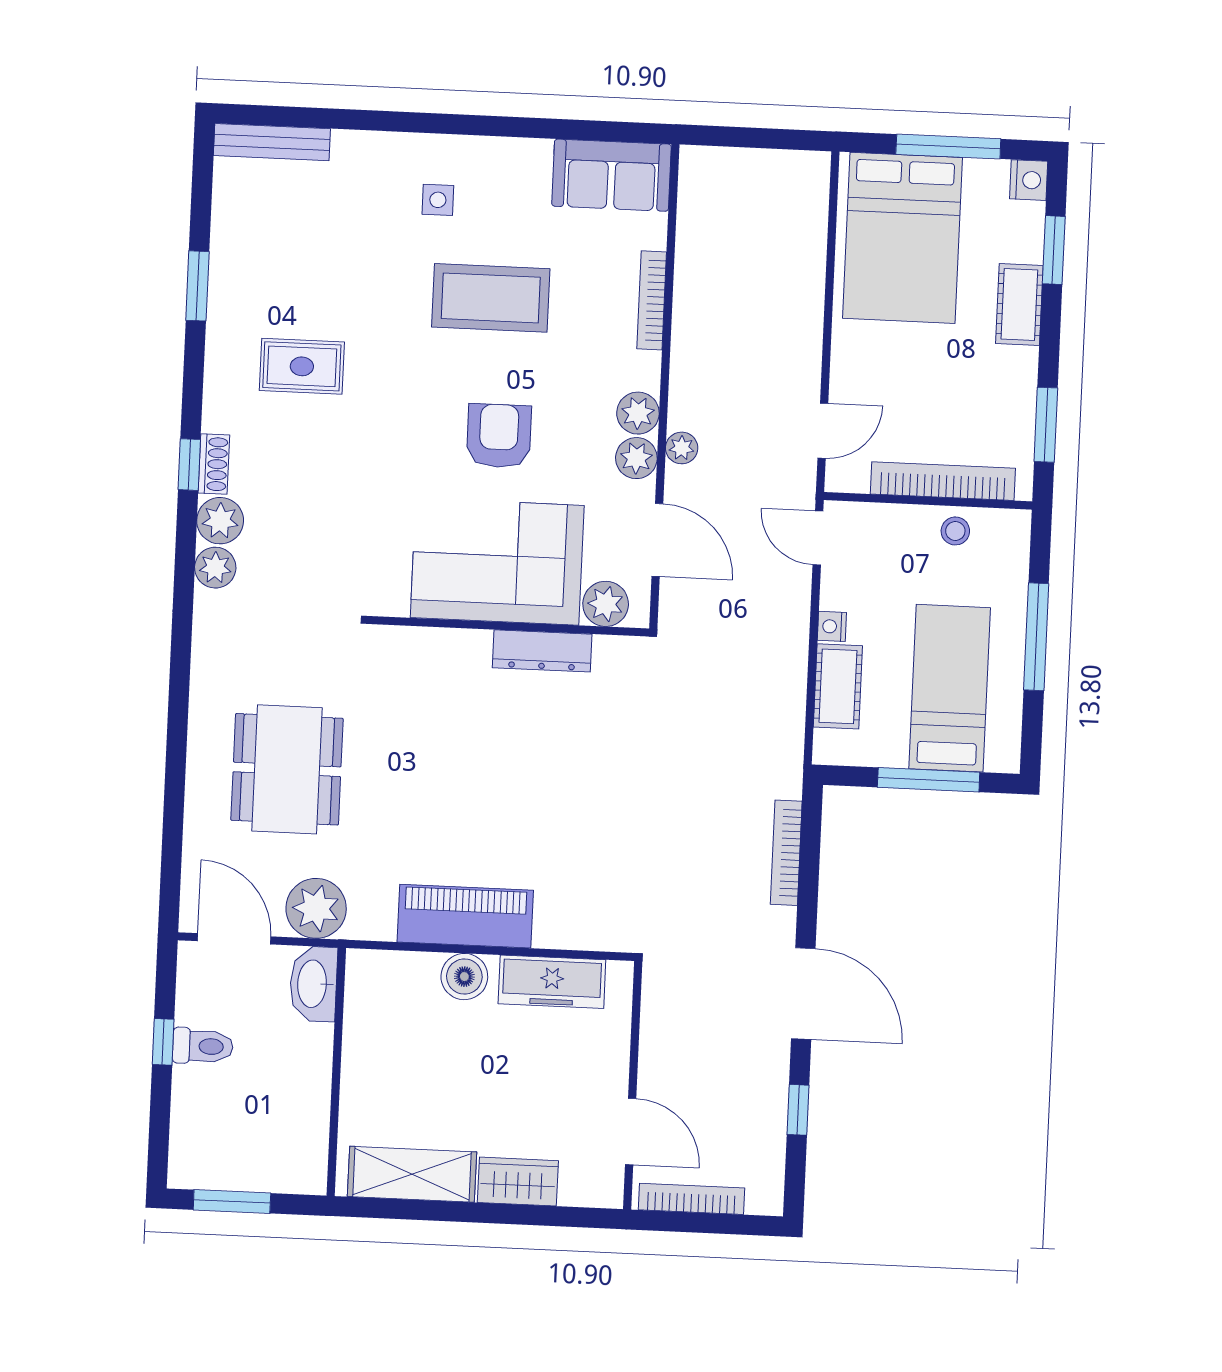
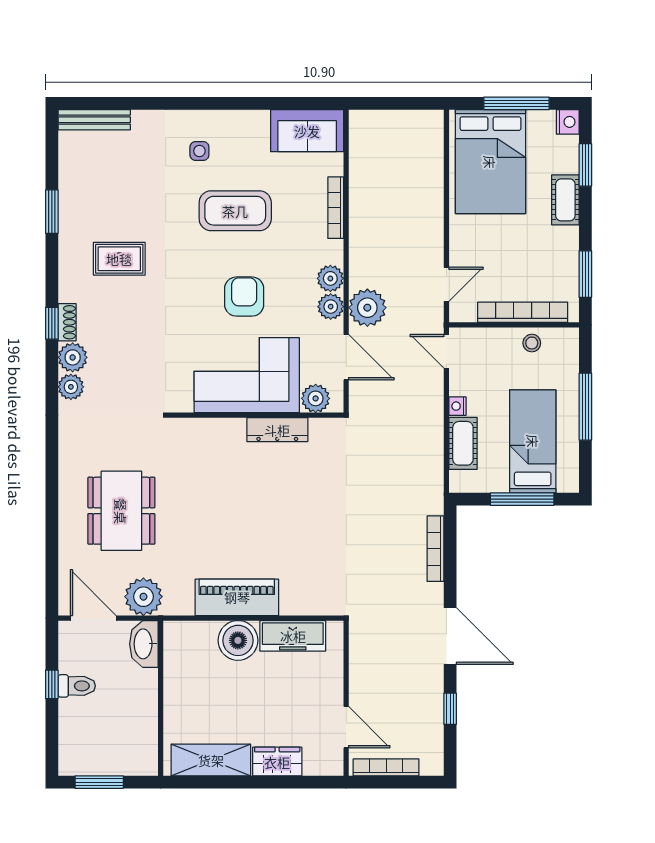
plant: (682, 448) -> (367, 308), width x1.87, depth x1.87
boiler: (464, 977) -> (238, 640), width x1.37, depth x1.37

